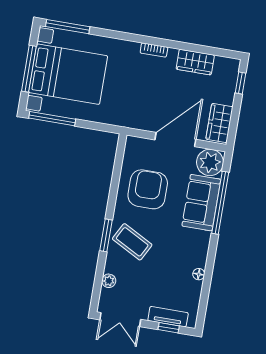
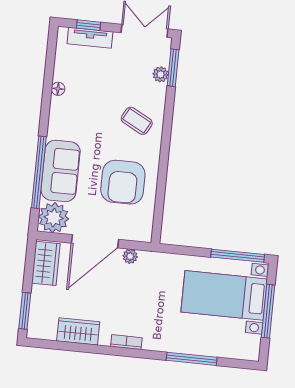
window: (68, 27) -> (192, 359), moved
bed with nightstands: (68, 74) -> (224, 295), width x0.73
window: (240, 83) -> (25, 311), width x1.50
plant: (146, 124) -> (130, 256), added
window: (106, 235) -> (173, 68), moved
coffee table: (132, 242) -> (137, 121), width x0.73, depth x0.77

